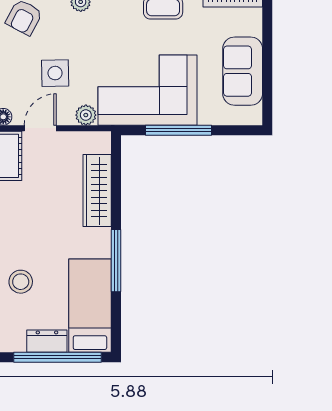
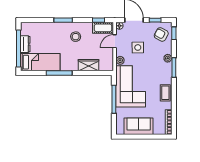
door: (40, 128) -> (115, 41), swing flipped
wardrobe: (97, 191) -> (88, 65), width x0.67
stool: (21, 282) -> (76, 37), moved

